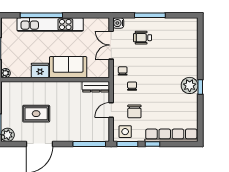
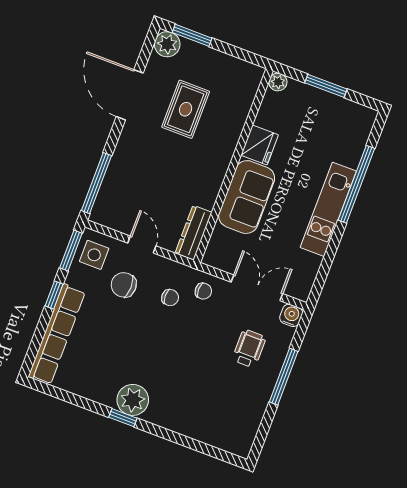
kitchen unit: (50, 24) -> (328, 209), width x0.73

